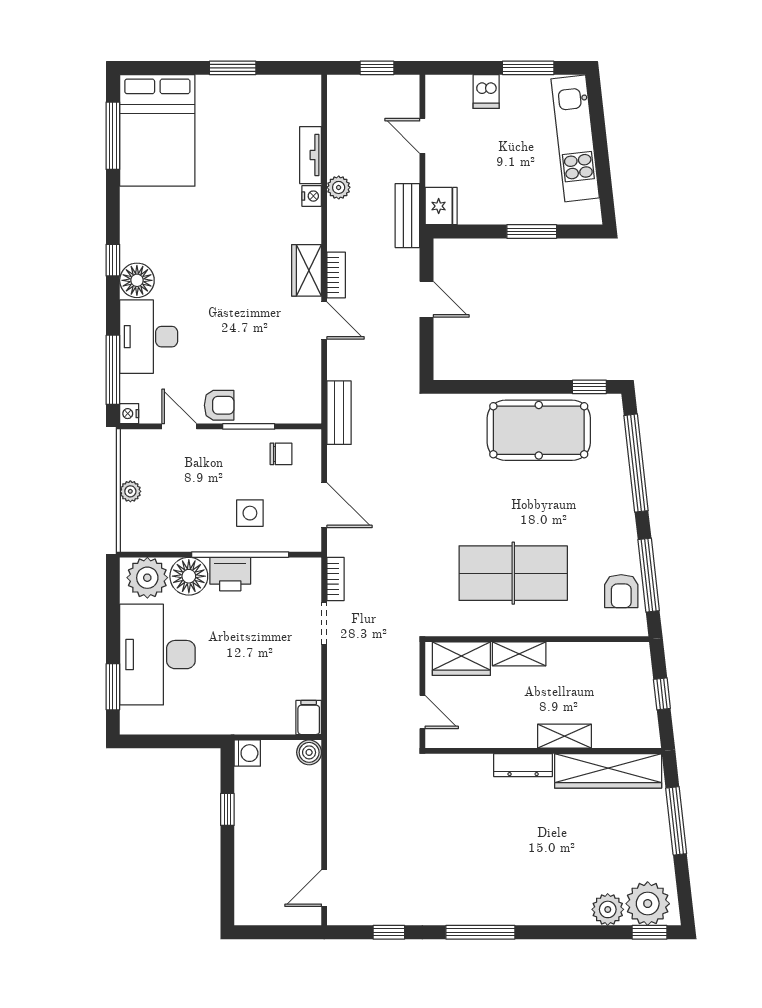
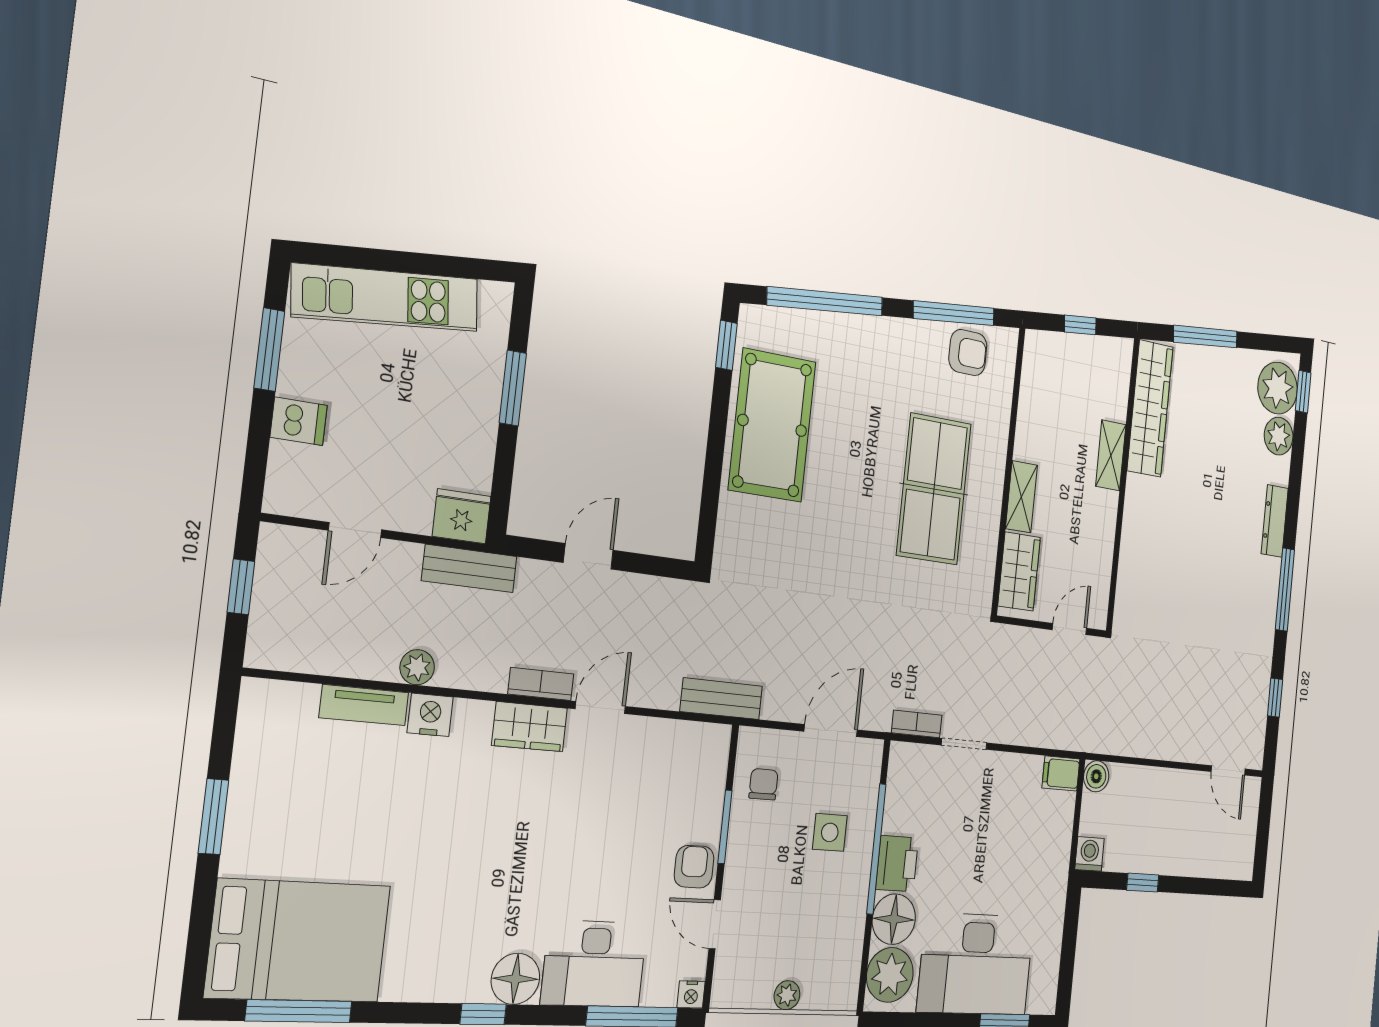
nightstand: (312, 196) -> (430, 715), width x1.39, depth x1.35
door: (179, 426) -> (715, 924), hinge flipped
dresser: (523, 765) -> (1275, 521), moved, turned 180

